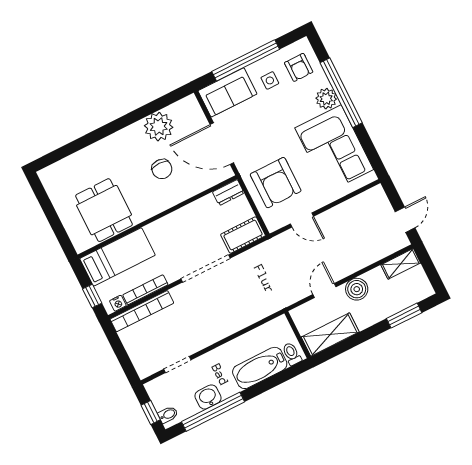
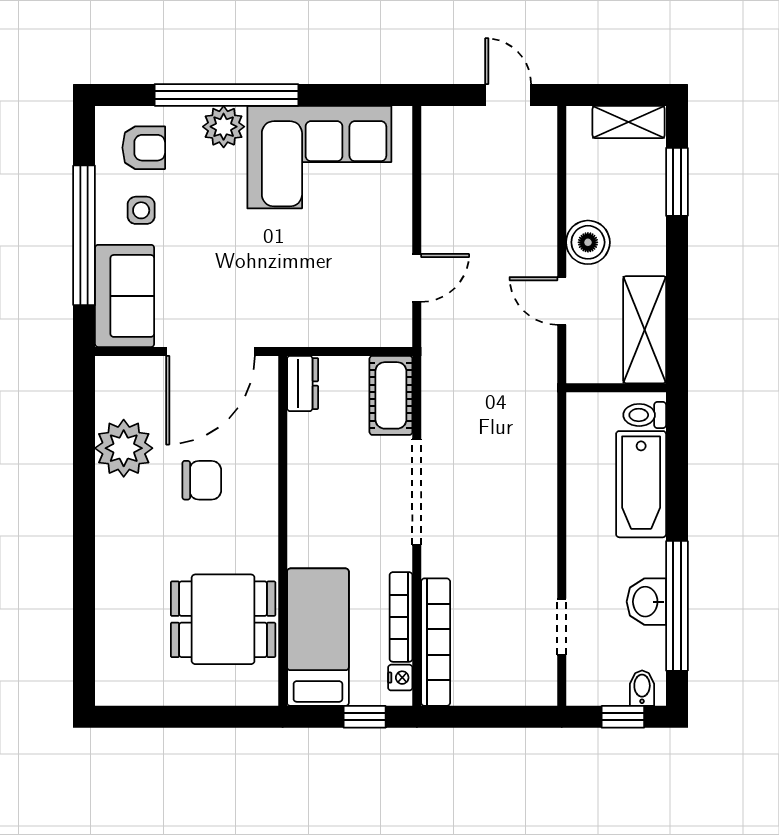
armchair: (276, 183) -> (327, 291), removed
shelving: (401, 264) -> (629, 122), moved, turned 90

